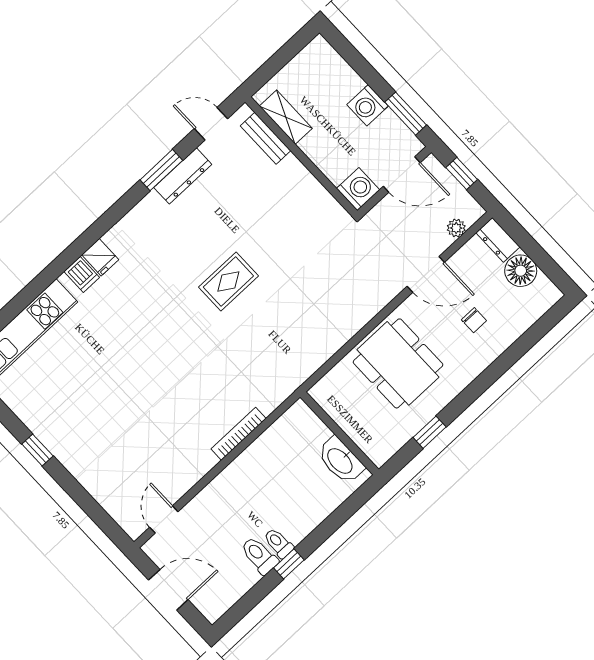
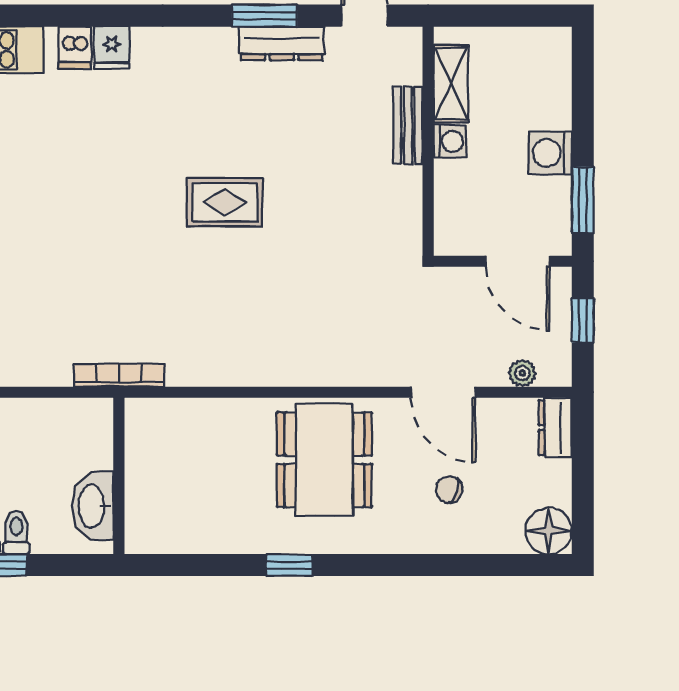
bench: (265, 138) -> (408, 125), moved
washing machine: (358, 189) -> (450, 142), moved, width x0.73, depth x0.73
floor lamp: (521, 271) -> (549, 531), moved
chair: (474, 320) -> (449, 490), turned 106
wall: (339, 433) -> (119, 476), moved
bookcase: (239, 434) -> (119, 375), moved
washbasin: (340, 460) -> (93, 506), moved

